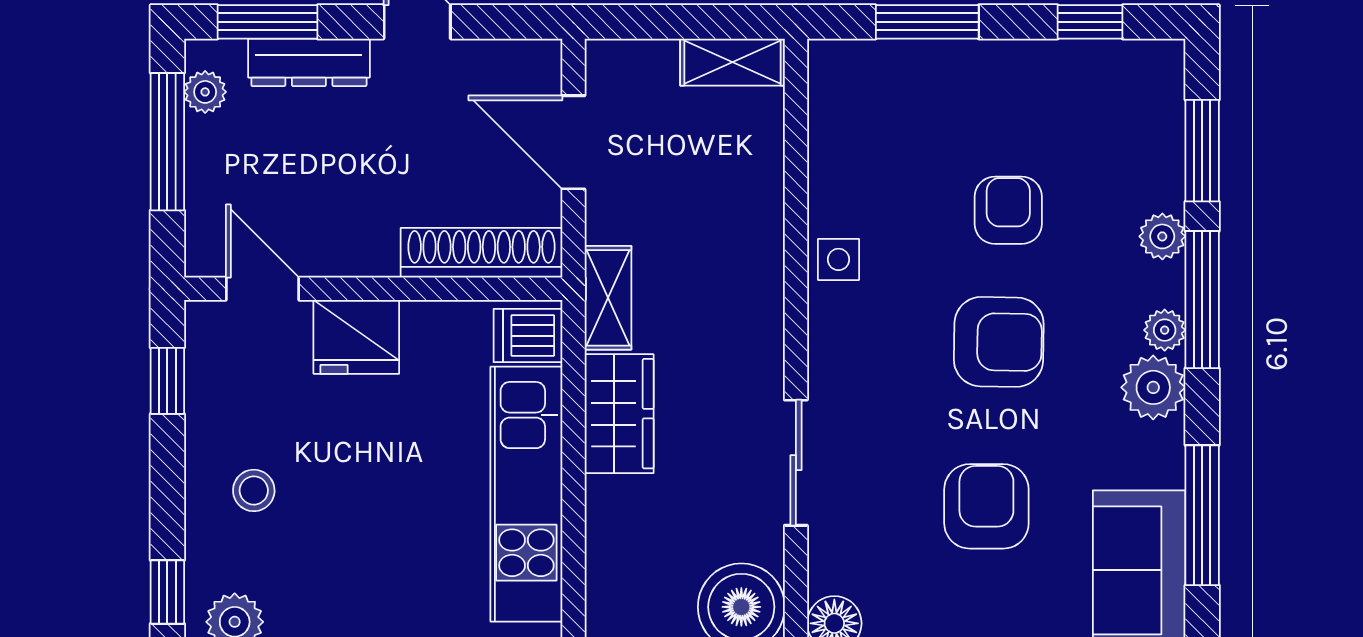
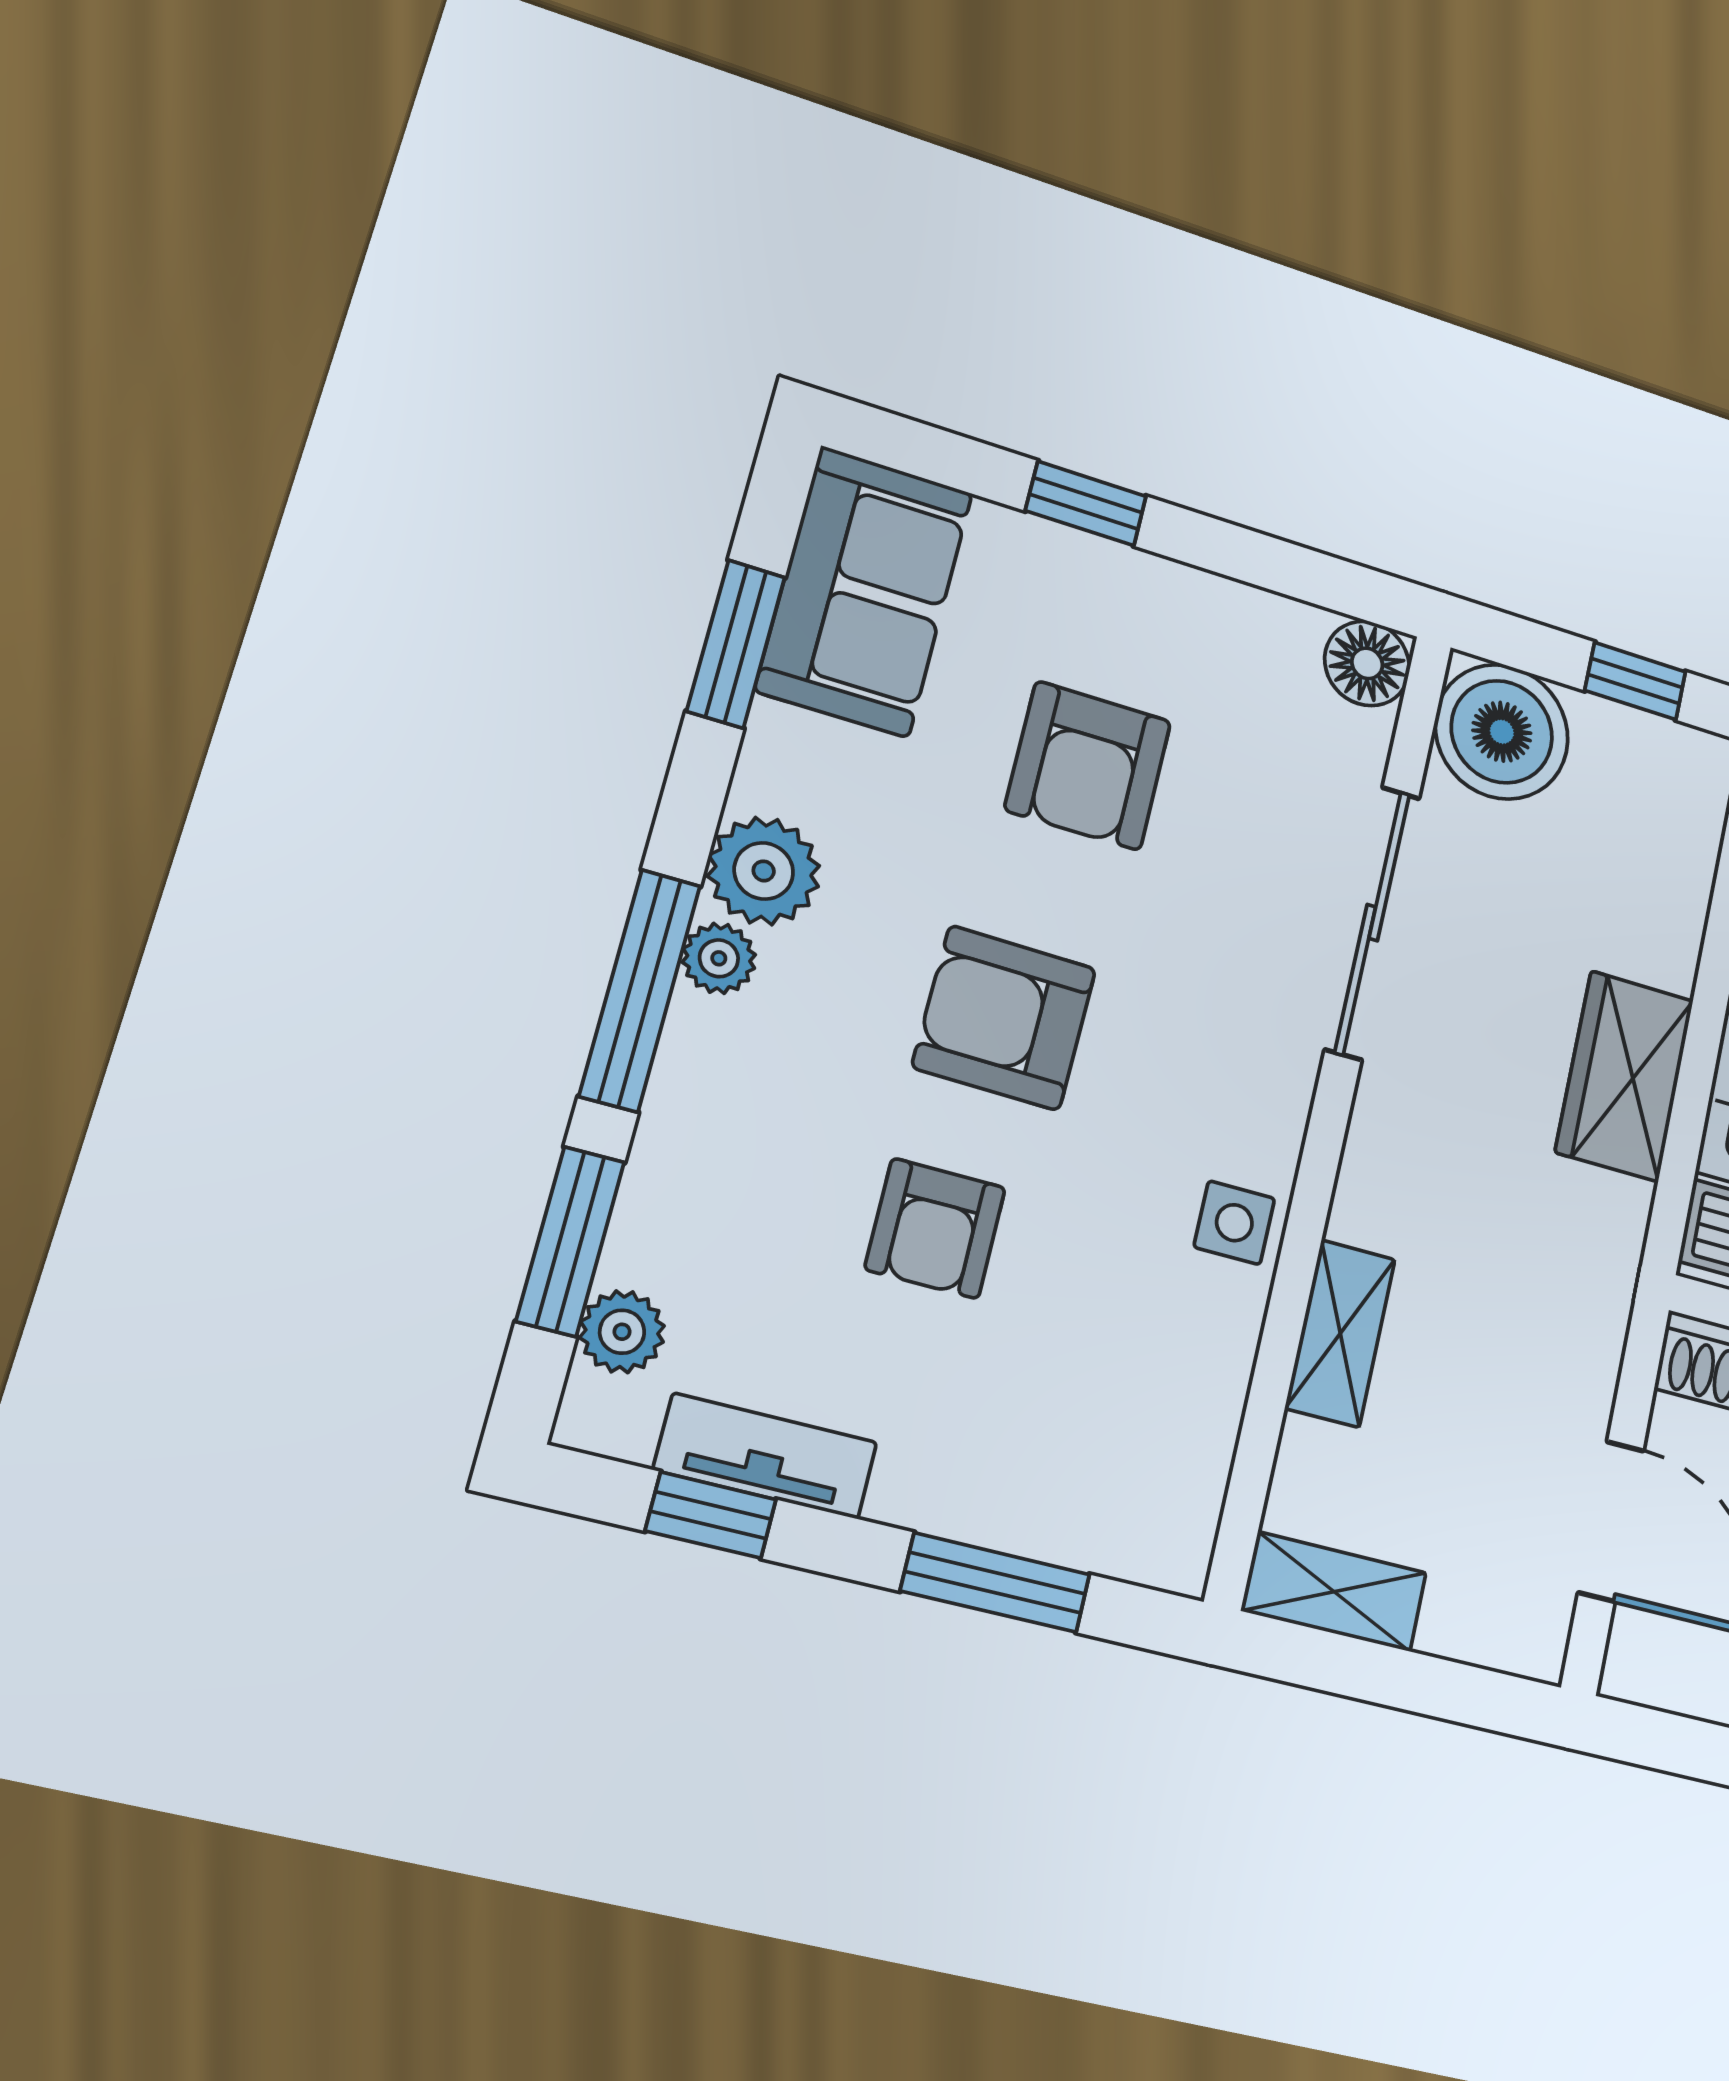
tv unit: (1069, 61) -> (766, 1456), added
plant: (1162, 236) -> (622, 1332), moved
shelving: (608, 298) -> (1340, 1333), moved
sliding door: (796, 463) -> (1372, 923), width x1.37
window: (1202, 515) -> (736, 644), width x0.69

